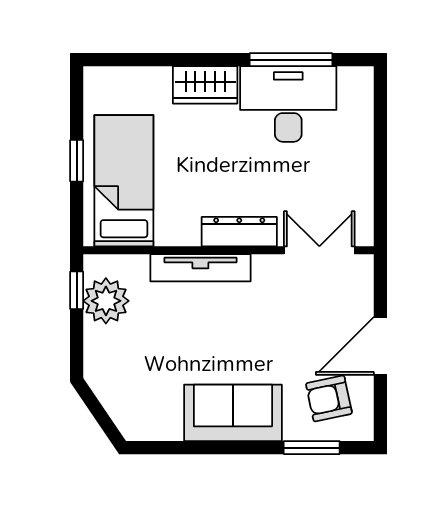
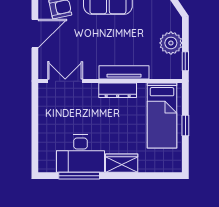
dresser: (239, 232) -> (118, 90), moved
double door: (319, 250) -> (65, 81), swing flipped
plant: (106, 301) -> (171, 43), moved

